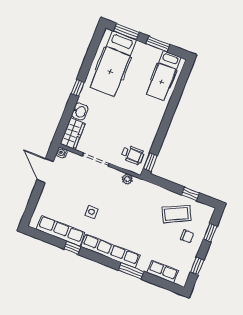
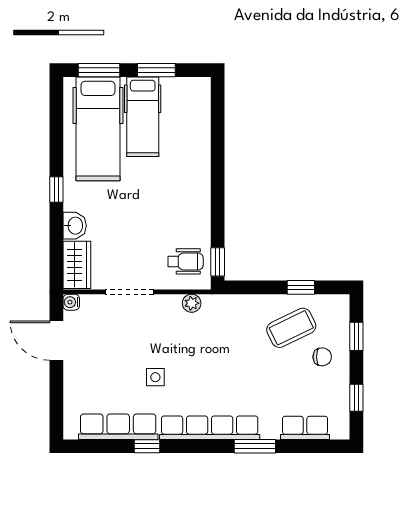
hospital bed: (164, 76) -> (143, 117), moved

